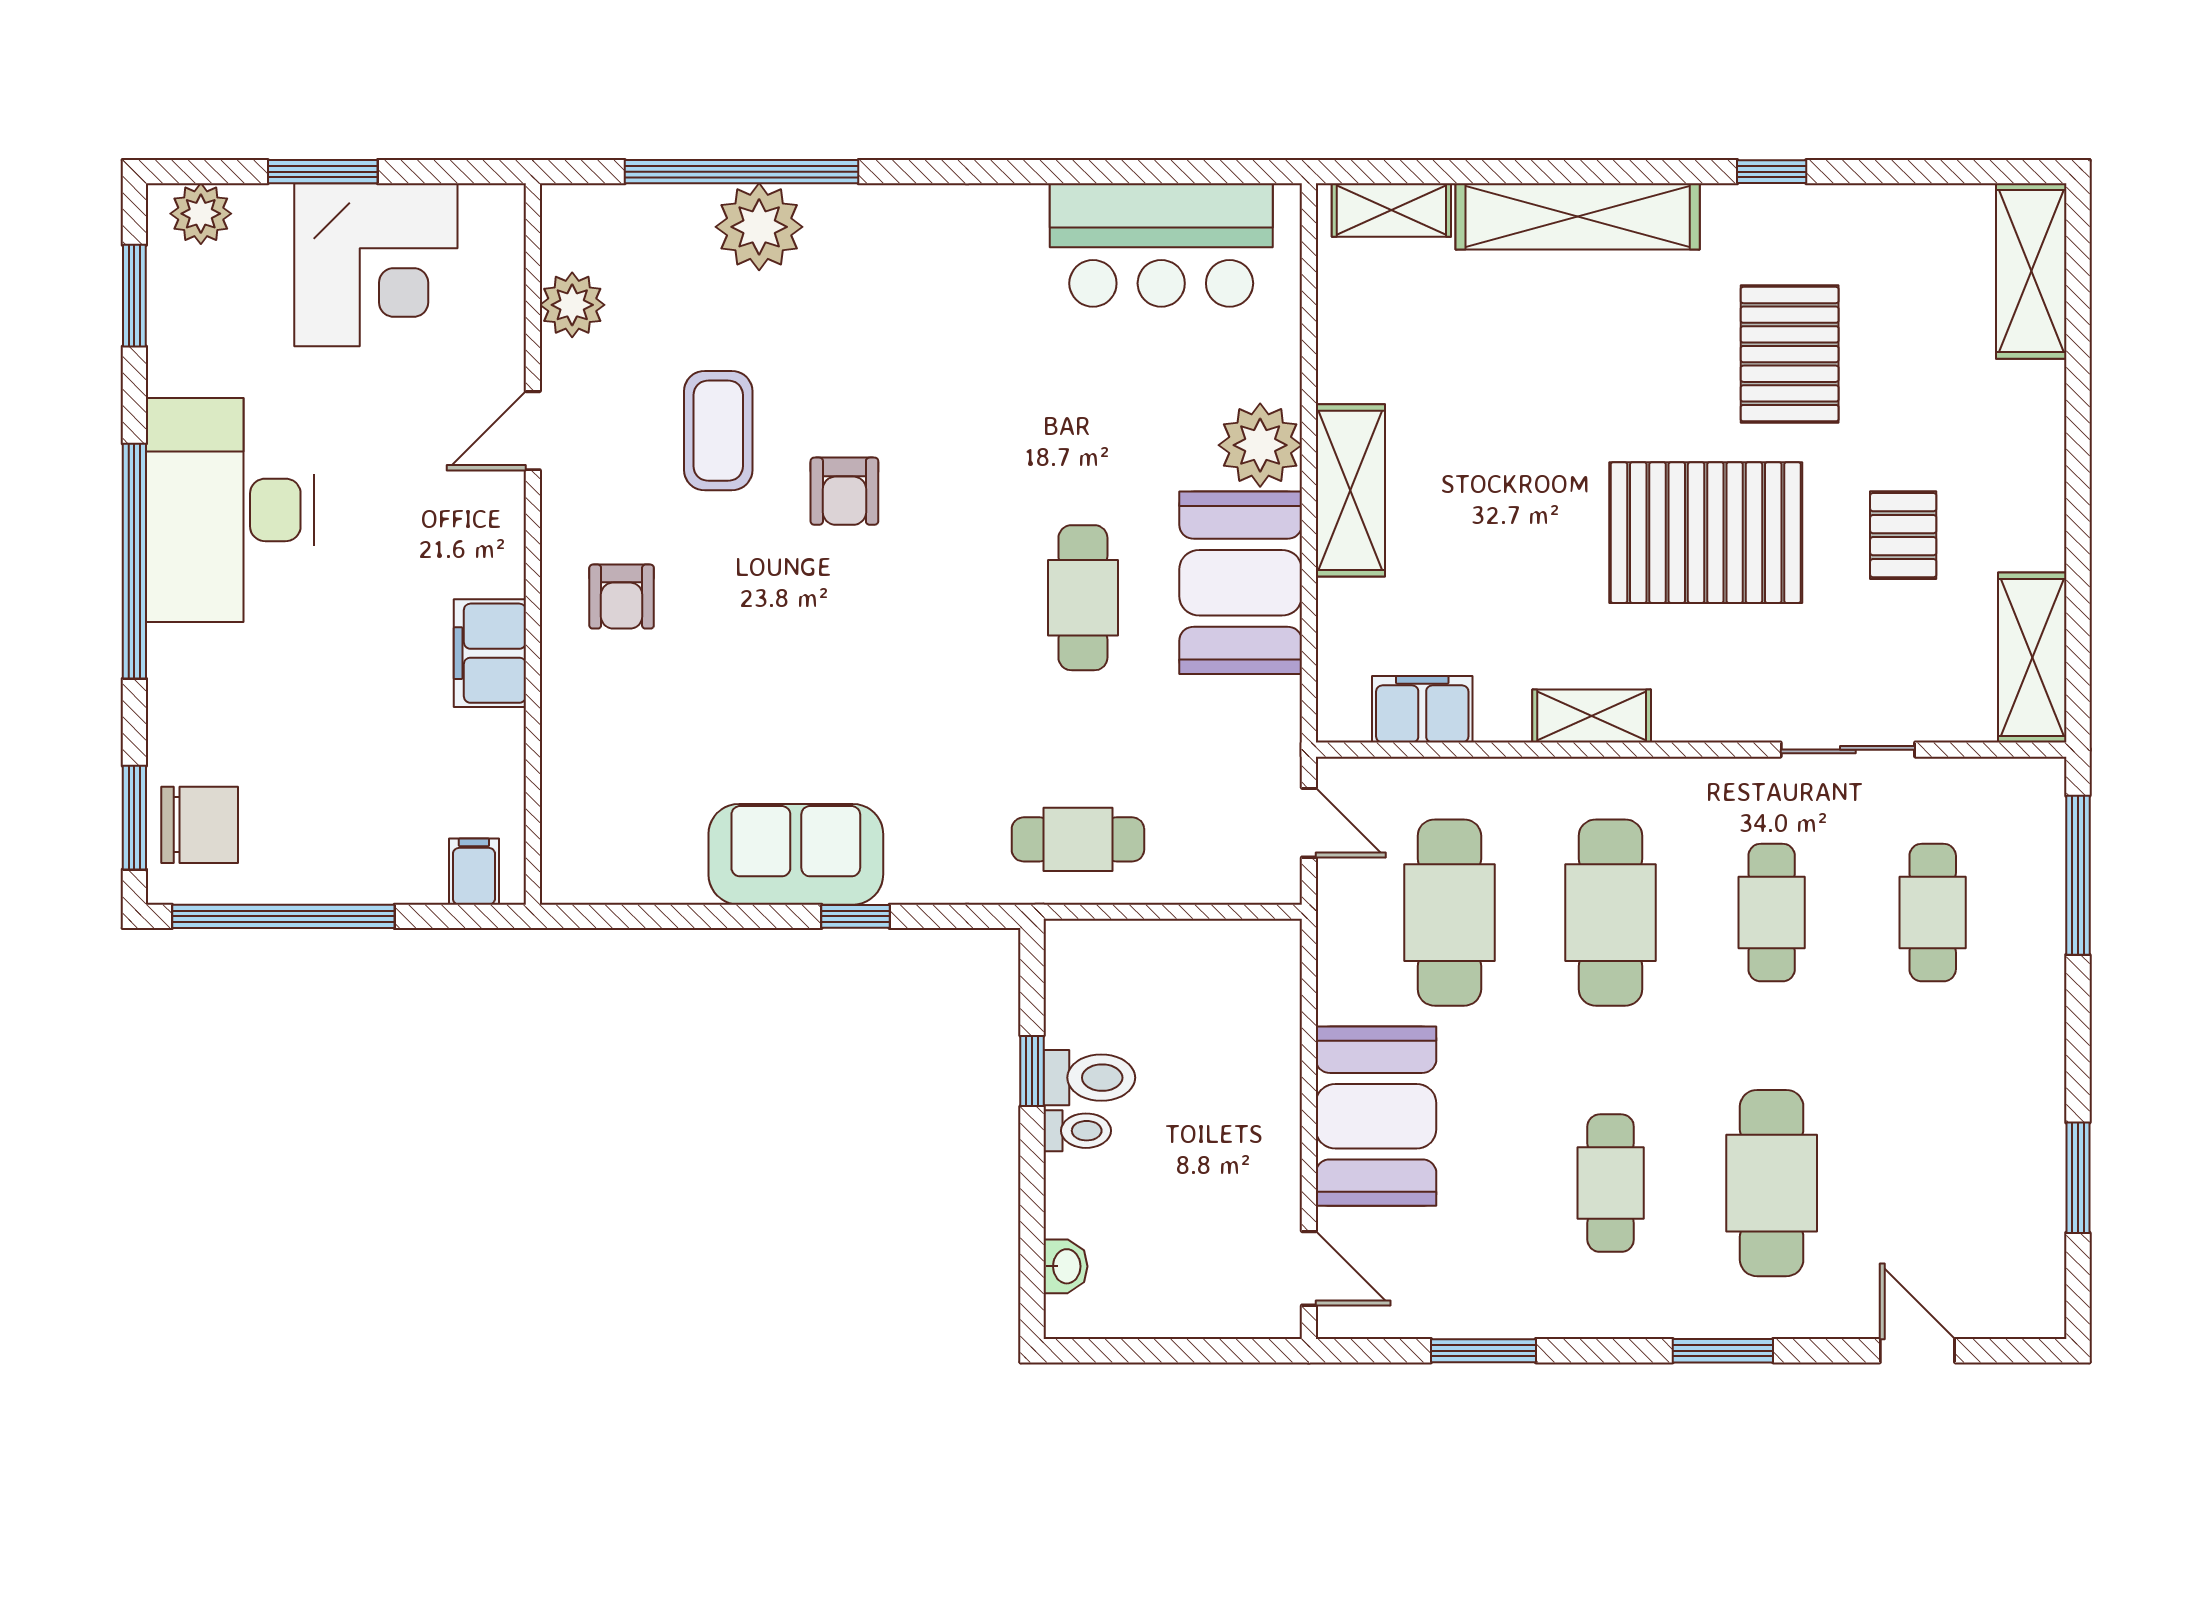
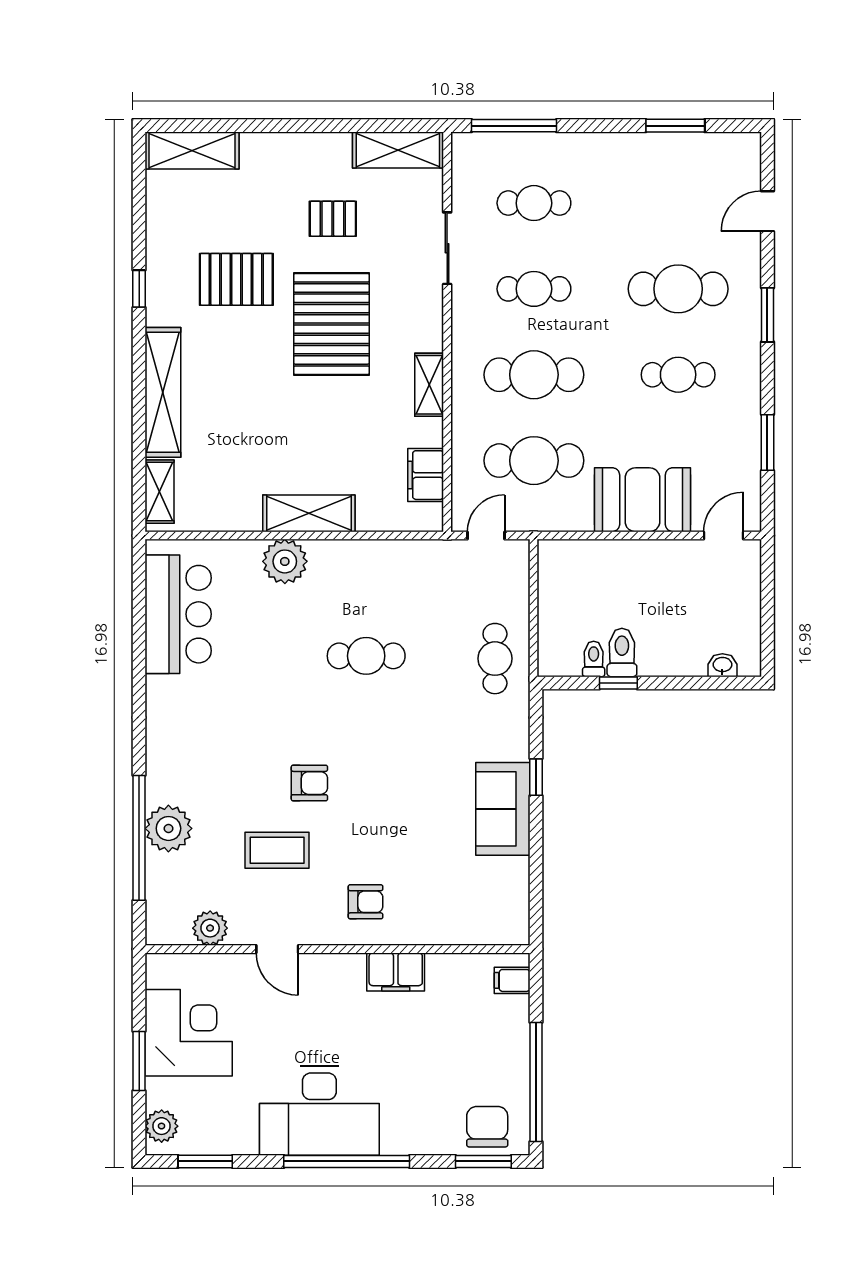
booth: (1241, 583) -> (358, 572), removed
toilet: (1077, 1131) -> (594, 659), moved

